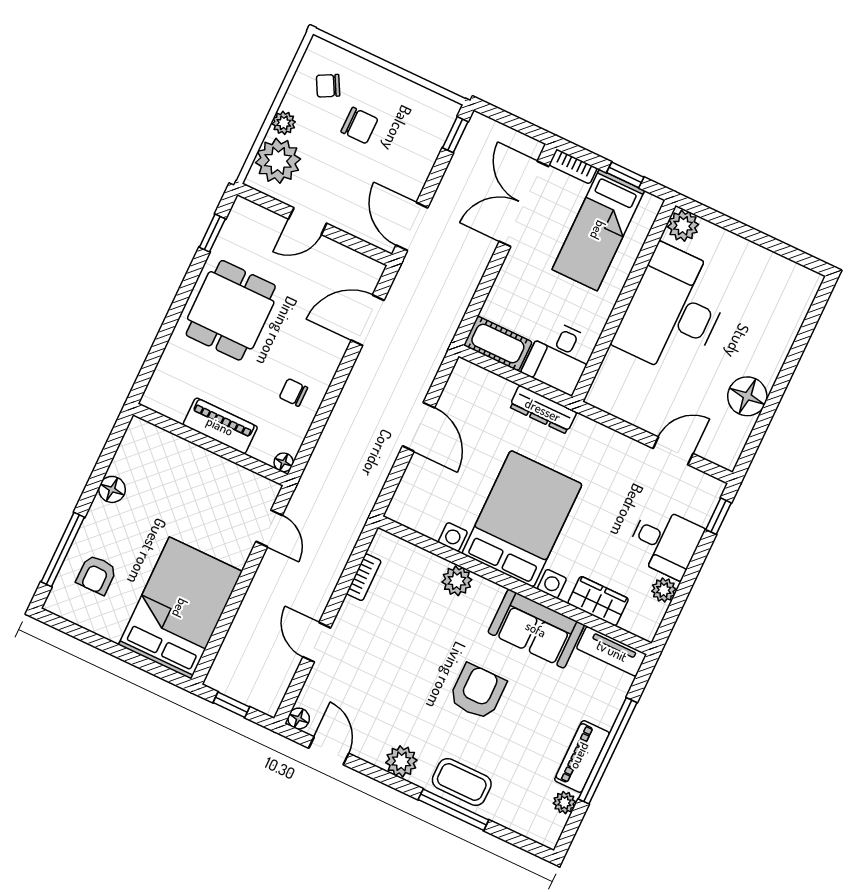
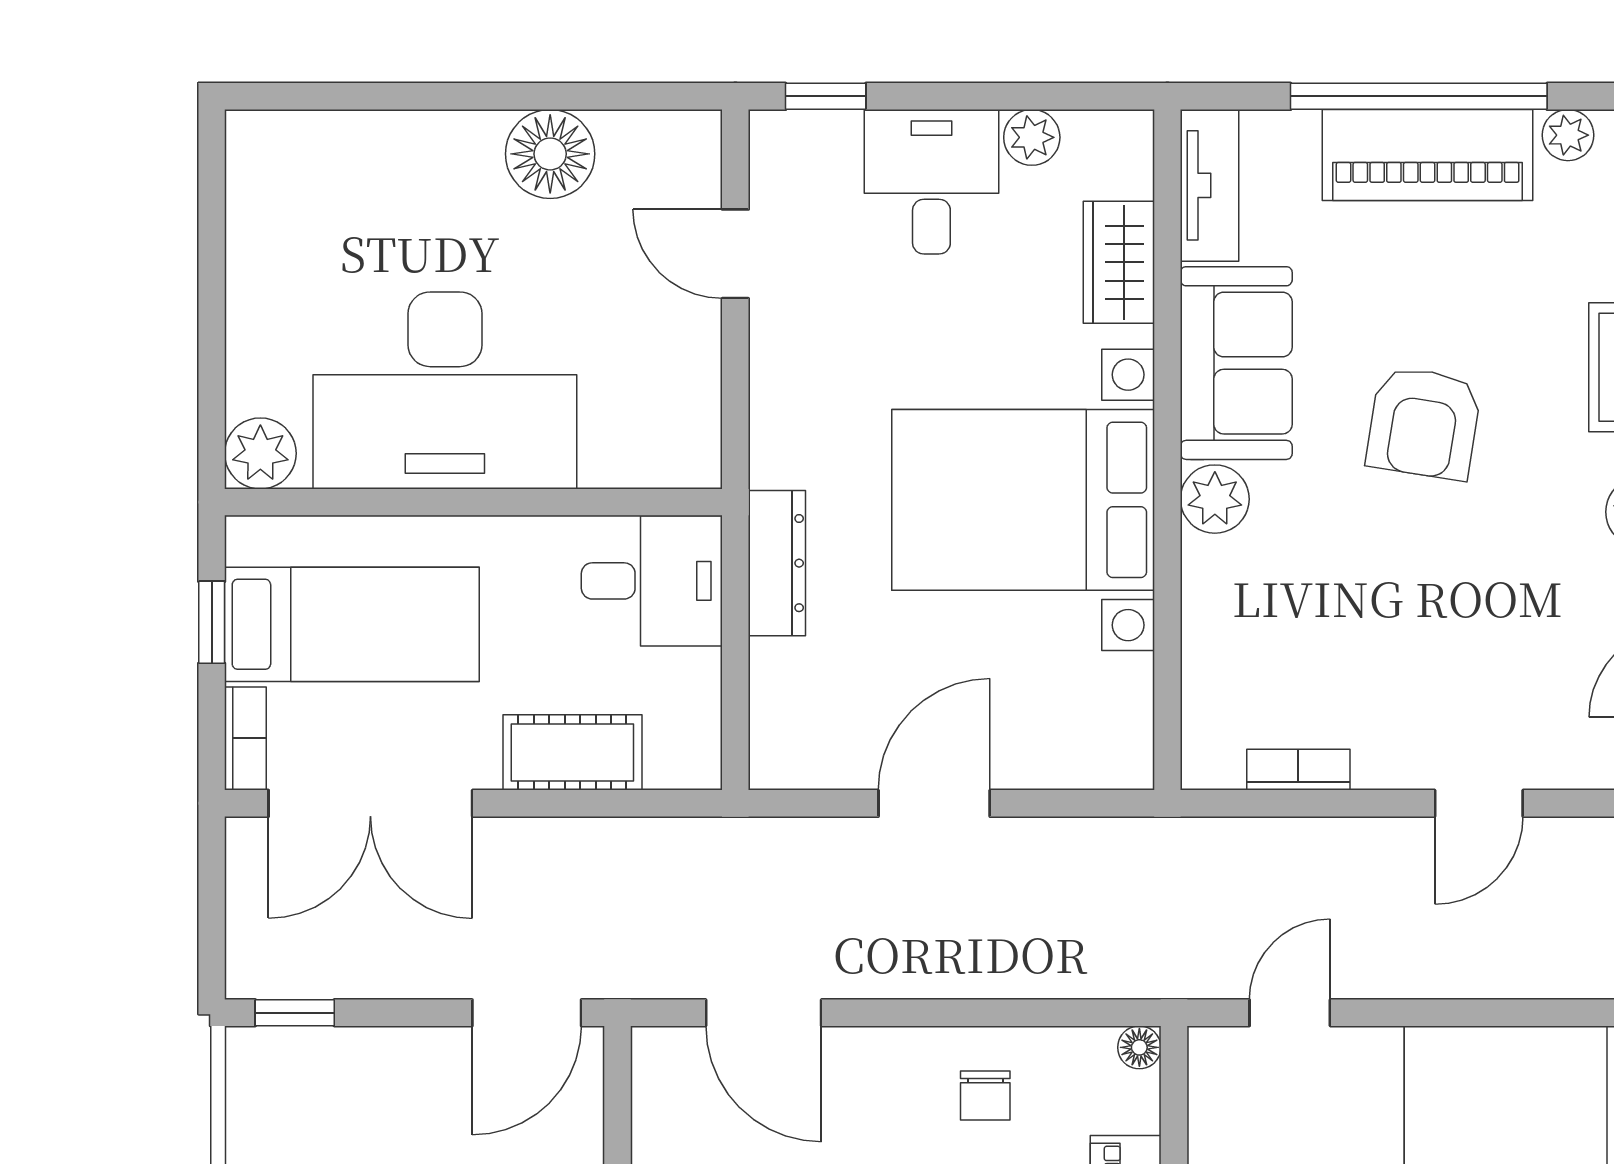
cot: (498, 344) -> (572, 752), moved, turned 90
plant: (457, 581) -> (1215, 499), moved
armchair: (477, 692) -> (1424, 423), turned -81
piano: (582, 757) -> (1428, 155), width x1.37, depth x1.33

